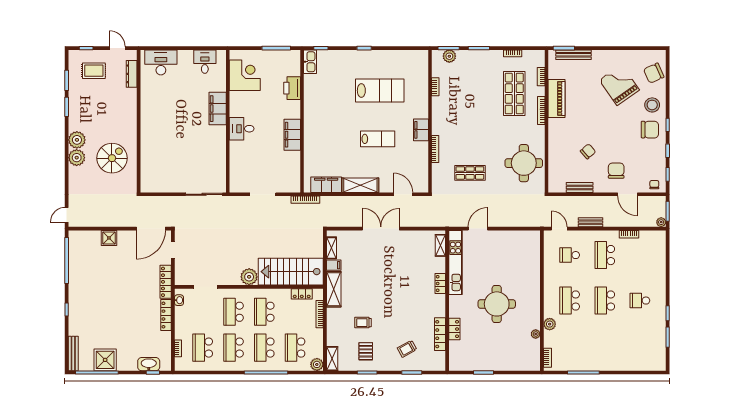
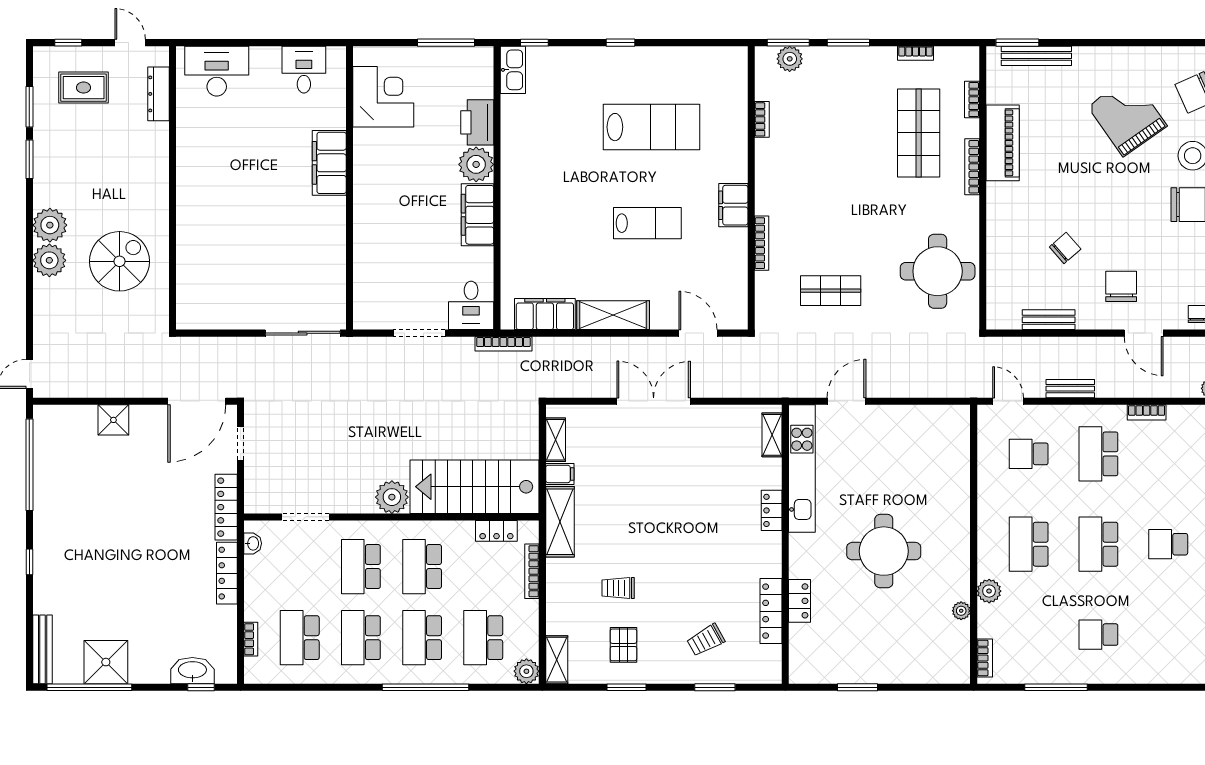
plant: (291, 109) -> (476, 164), added
desk: (242, 129) -> (471, 305), moved, turned -90
school desk: (605, 346) -> (1098, 635), added

